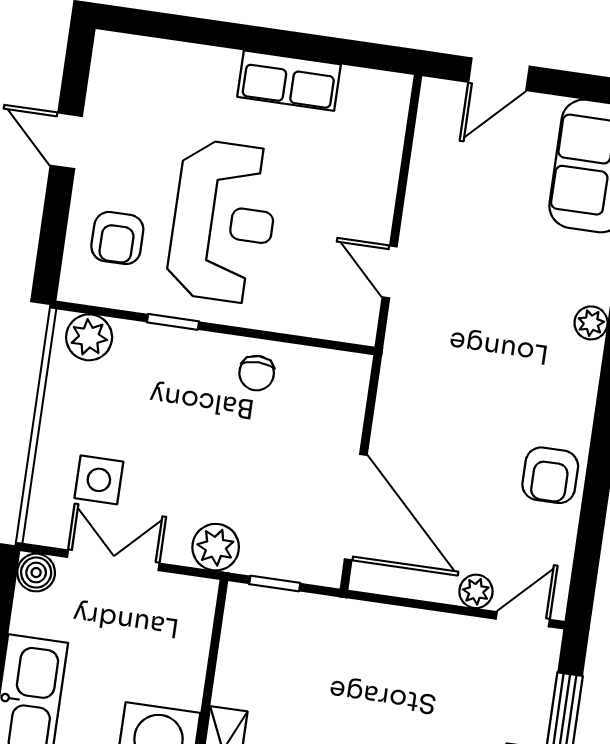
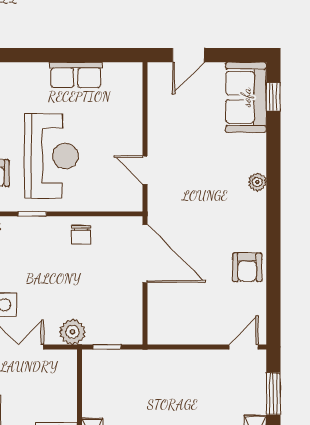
door: (356, 507) -> (145, 254), moved
plant: (476, 591) -> (216, 336), removed

